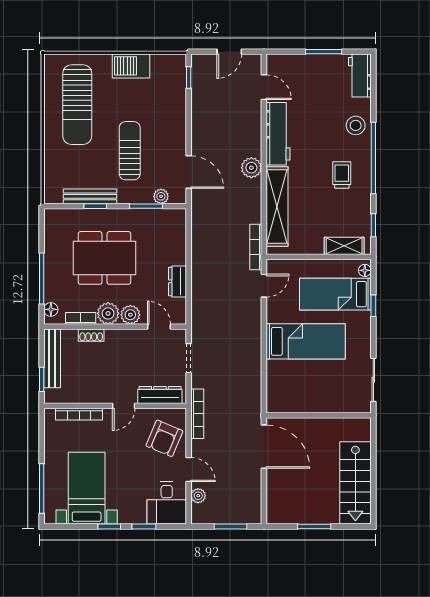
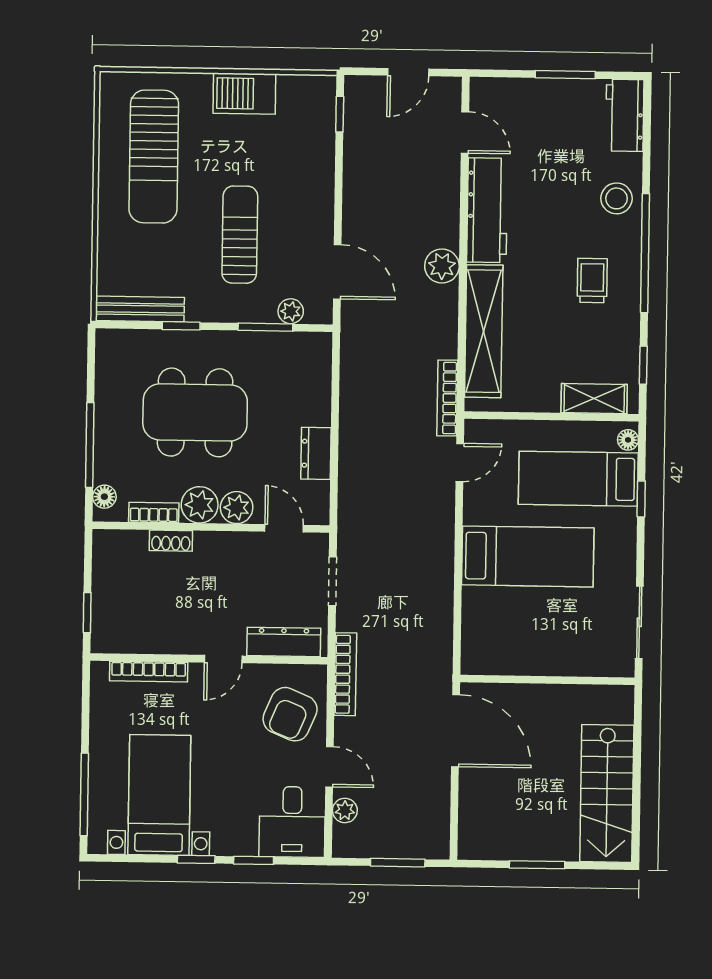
bench: (90, 196) -> (140, 309), moved
bench: (52, 358) -> (105, 578), removed

